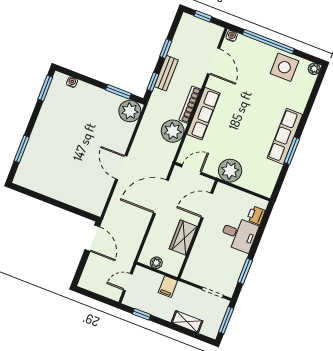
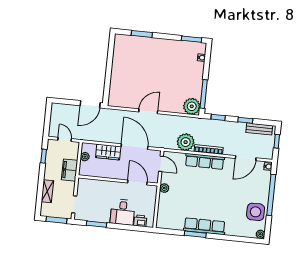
bench: (166, 73) -> (259, 129), moved
window: (118, 92) -> (204, 94), width x1.44
plant: (230, 171) -> (164, 188), width x0.53, depth x0.53
wardrobe: (183, 238) -> (108, 152), moved, turned 180
filing cabinet: (168, 287) -> (70, 170), width x2.00

